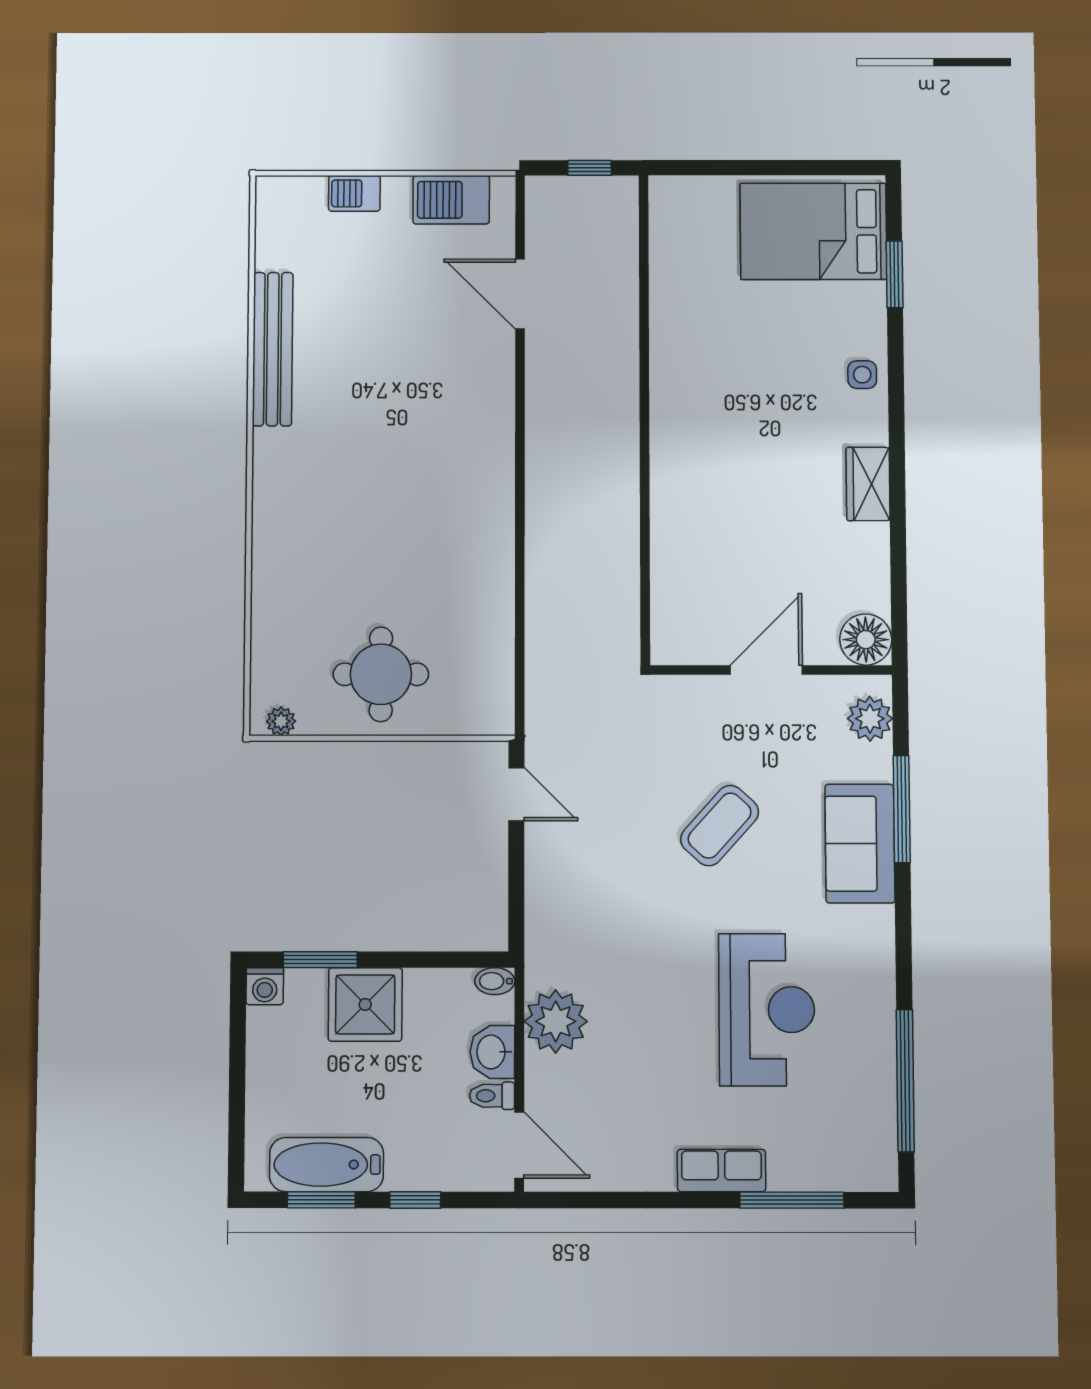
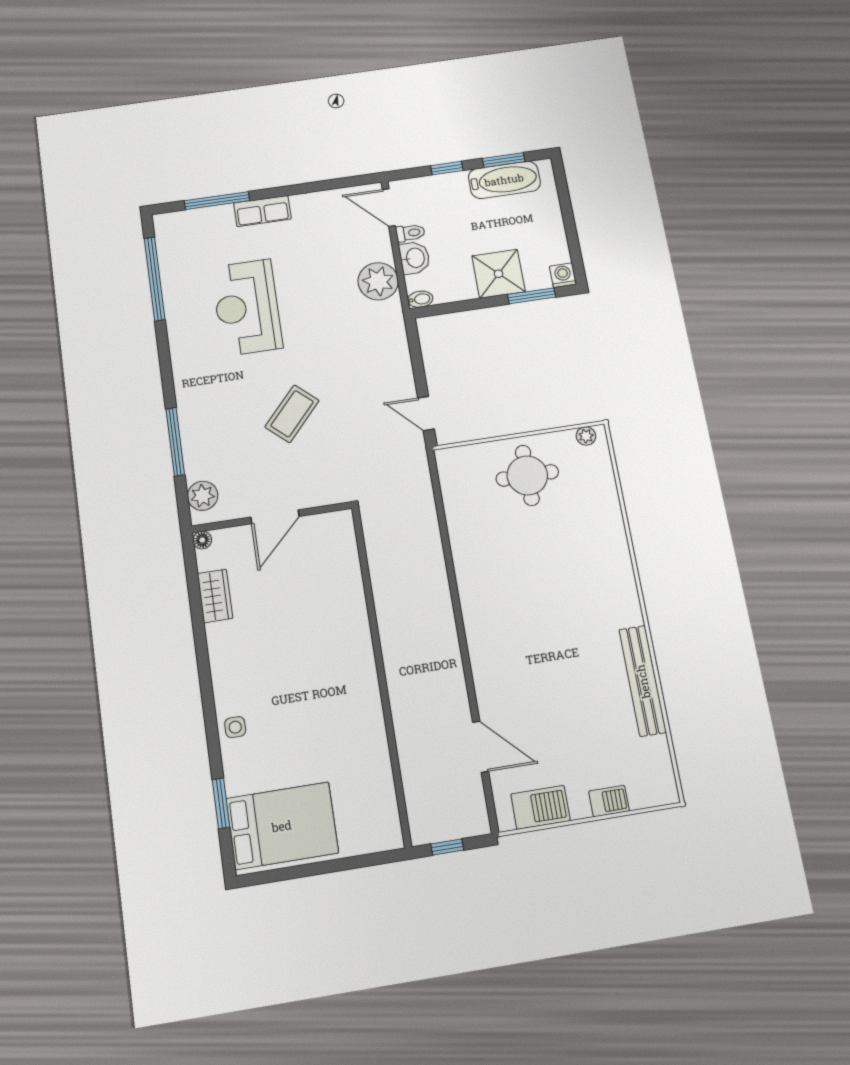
wardrobe: (868, 484) -> (215, 596), moved
floor lamp: (866, 640) -> (202, 540), width x0.53, depth x0.53
sofa: (860, 844) -> (200, 416), removed

